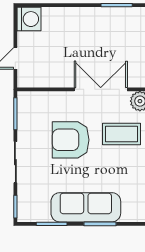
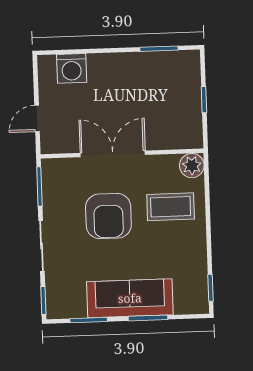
washing machine: (29, 19) -> (72, 68), moved, turned 90
double door: (101, 89) -> (113, 154), moved
armchair: (71, 140) -> (108, 216), turned -90

